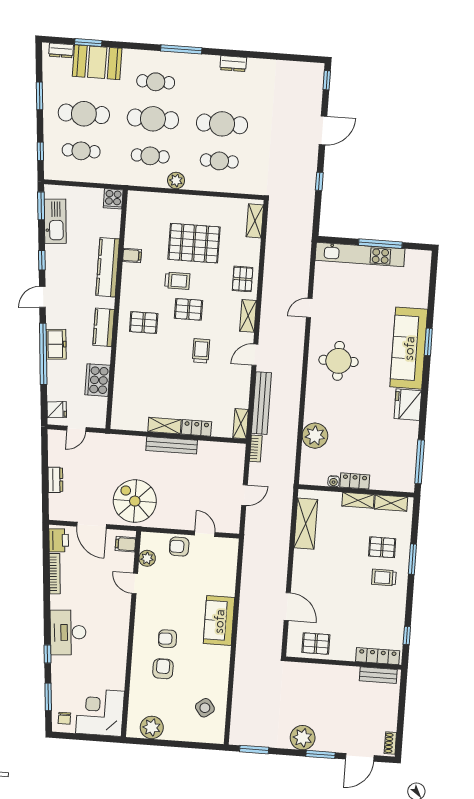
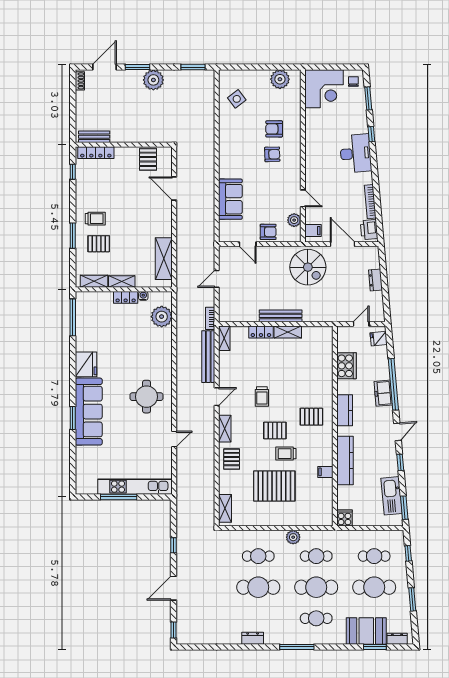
plant: (315, 436) -> (162, 317), moved
sofa: (219, 621) -> (230, 199), moved
pallet: (316, 644) -> (148, 159), turned 90
armchair: (163, 669) -> (274, 129), turned 90

